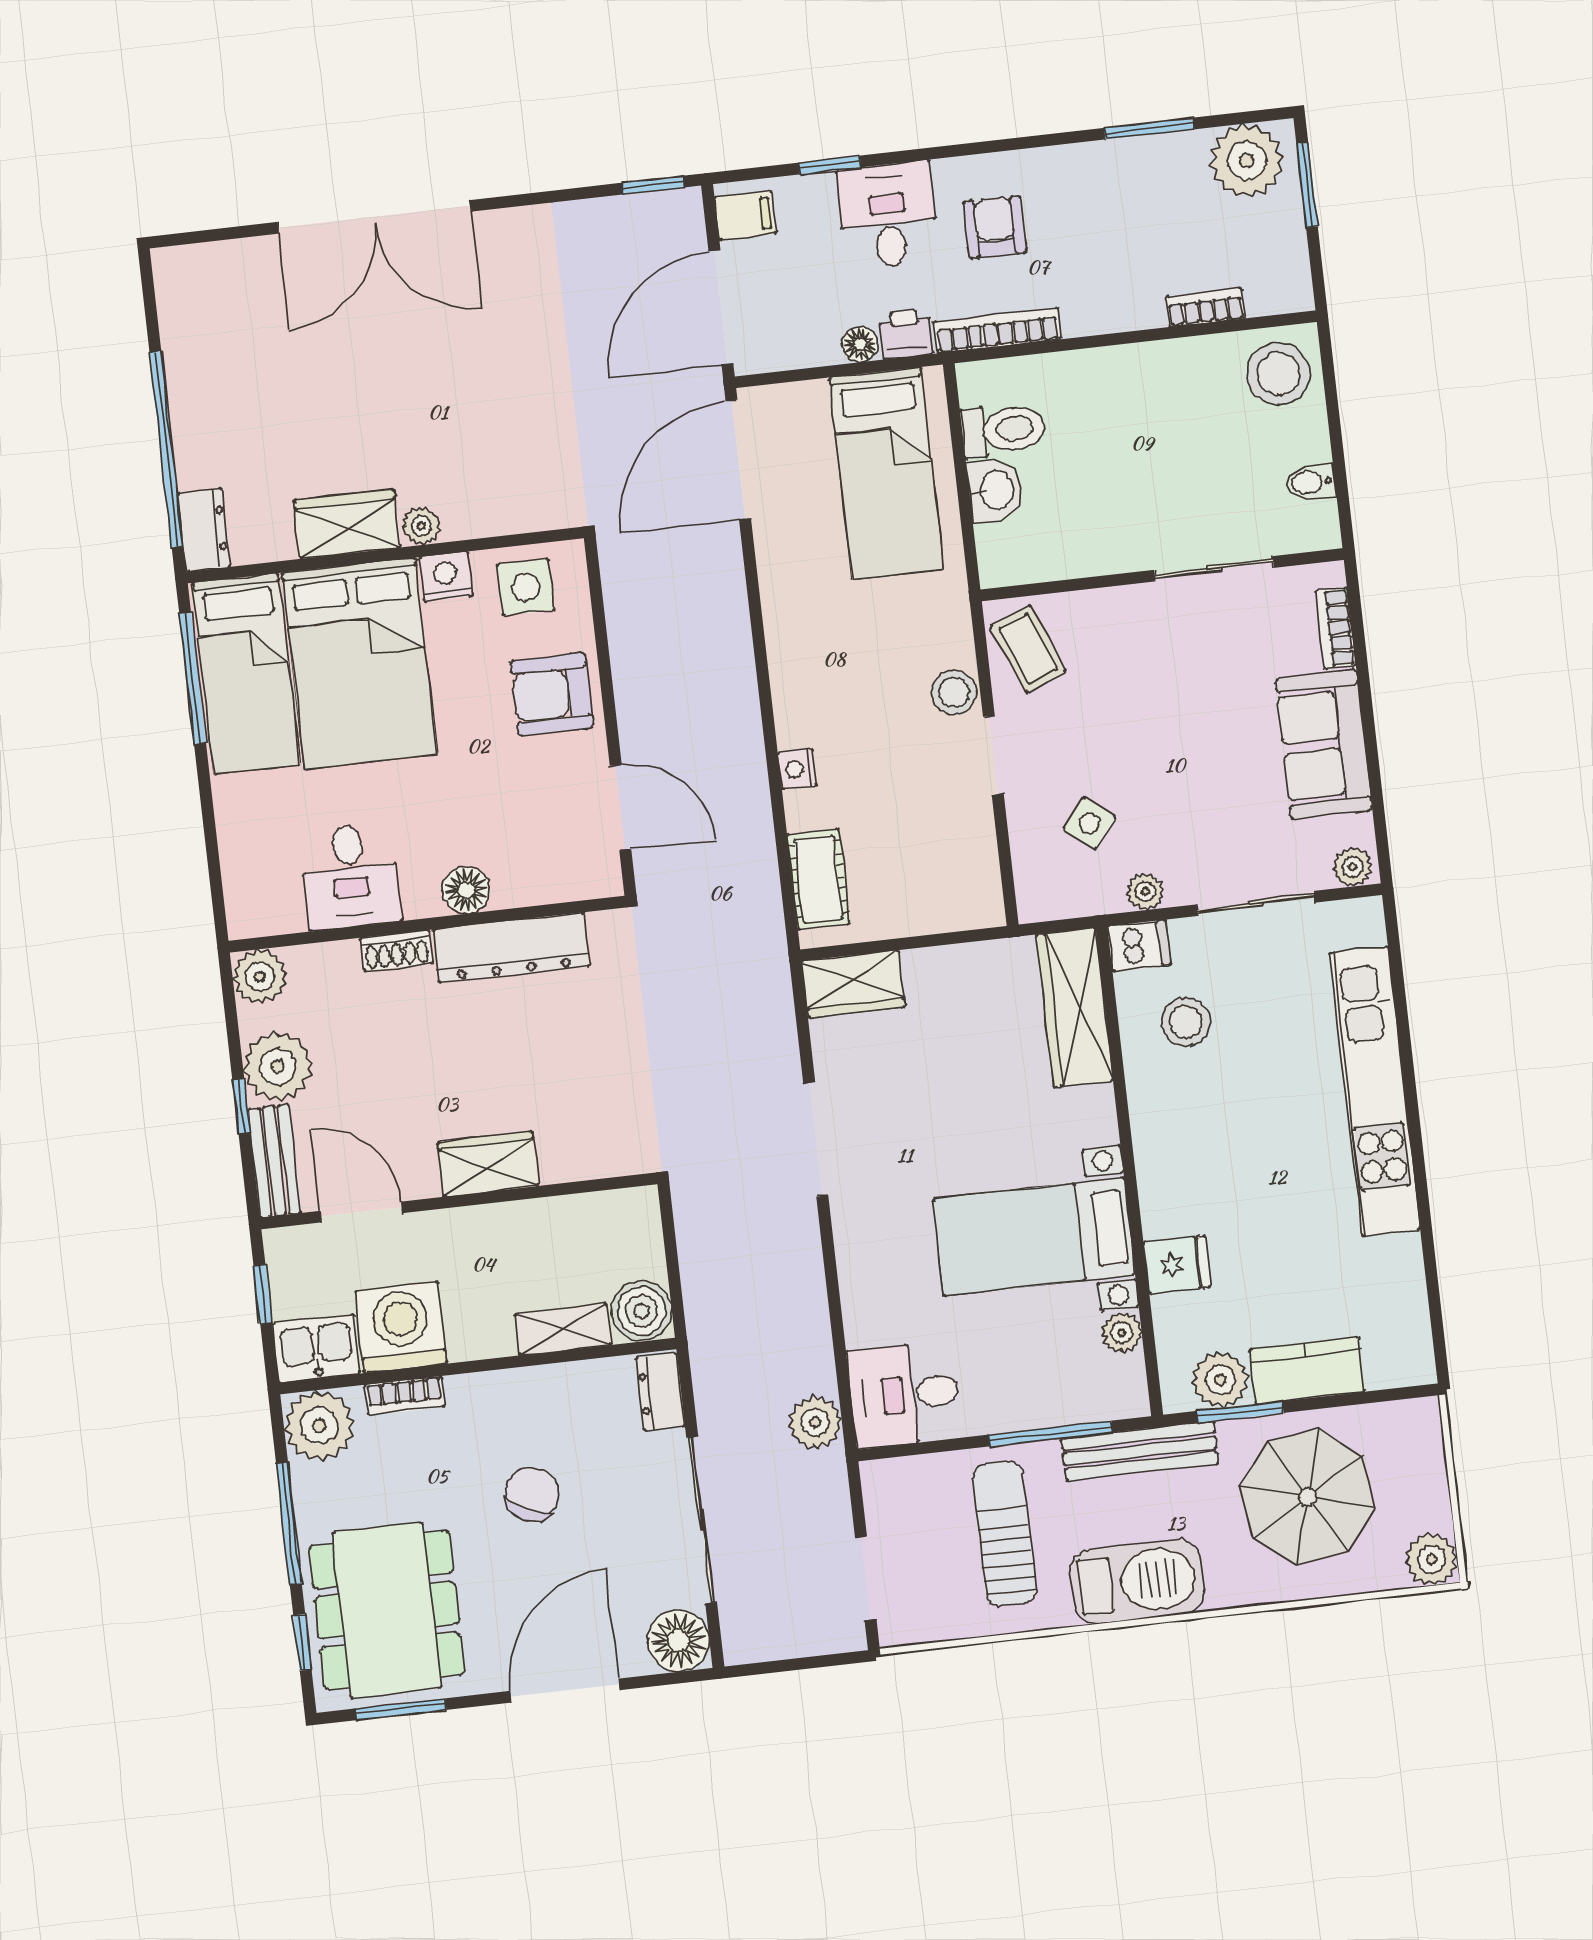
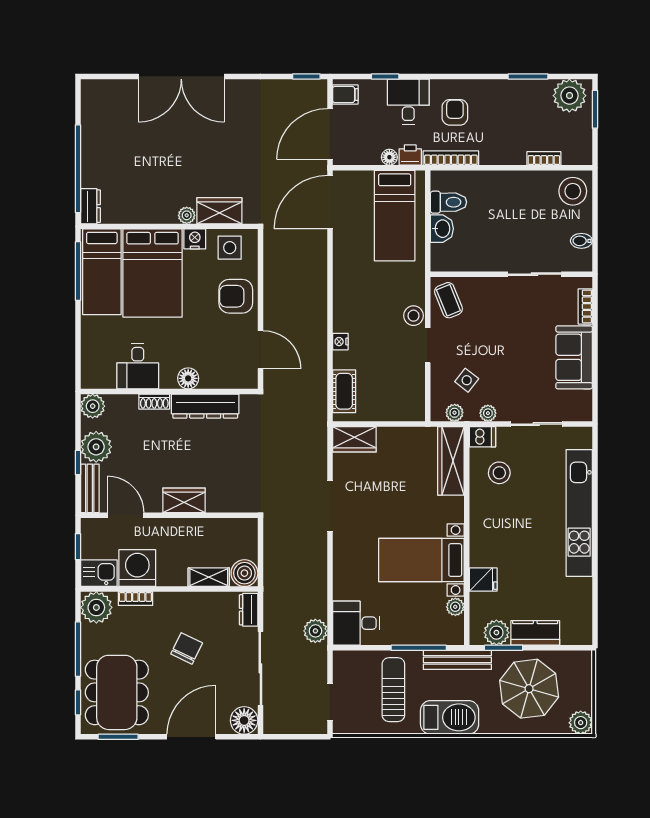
wardrobe: (347, 524) -> (219, 211), moved
plant: (1353, 867) -> (455, 413), moved

